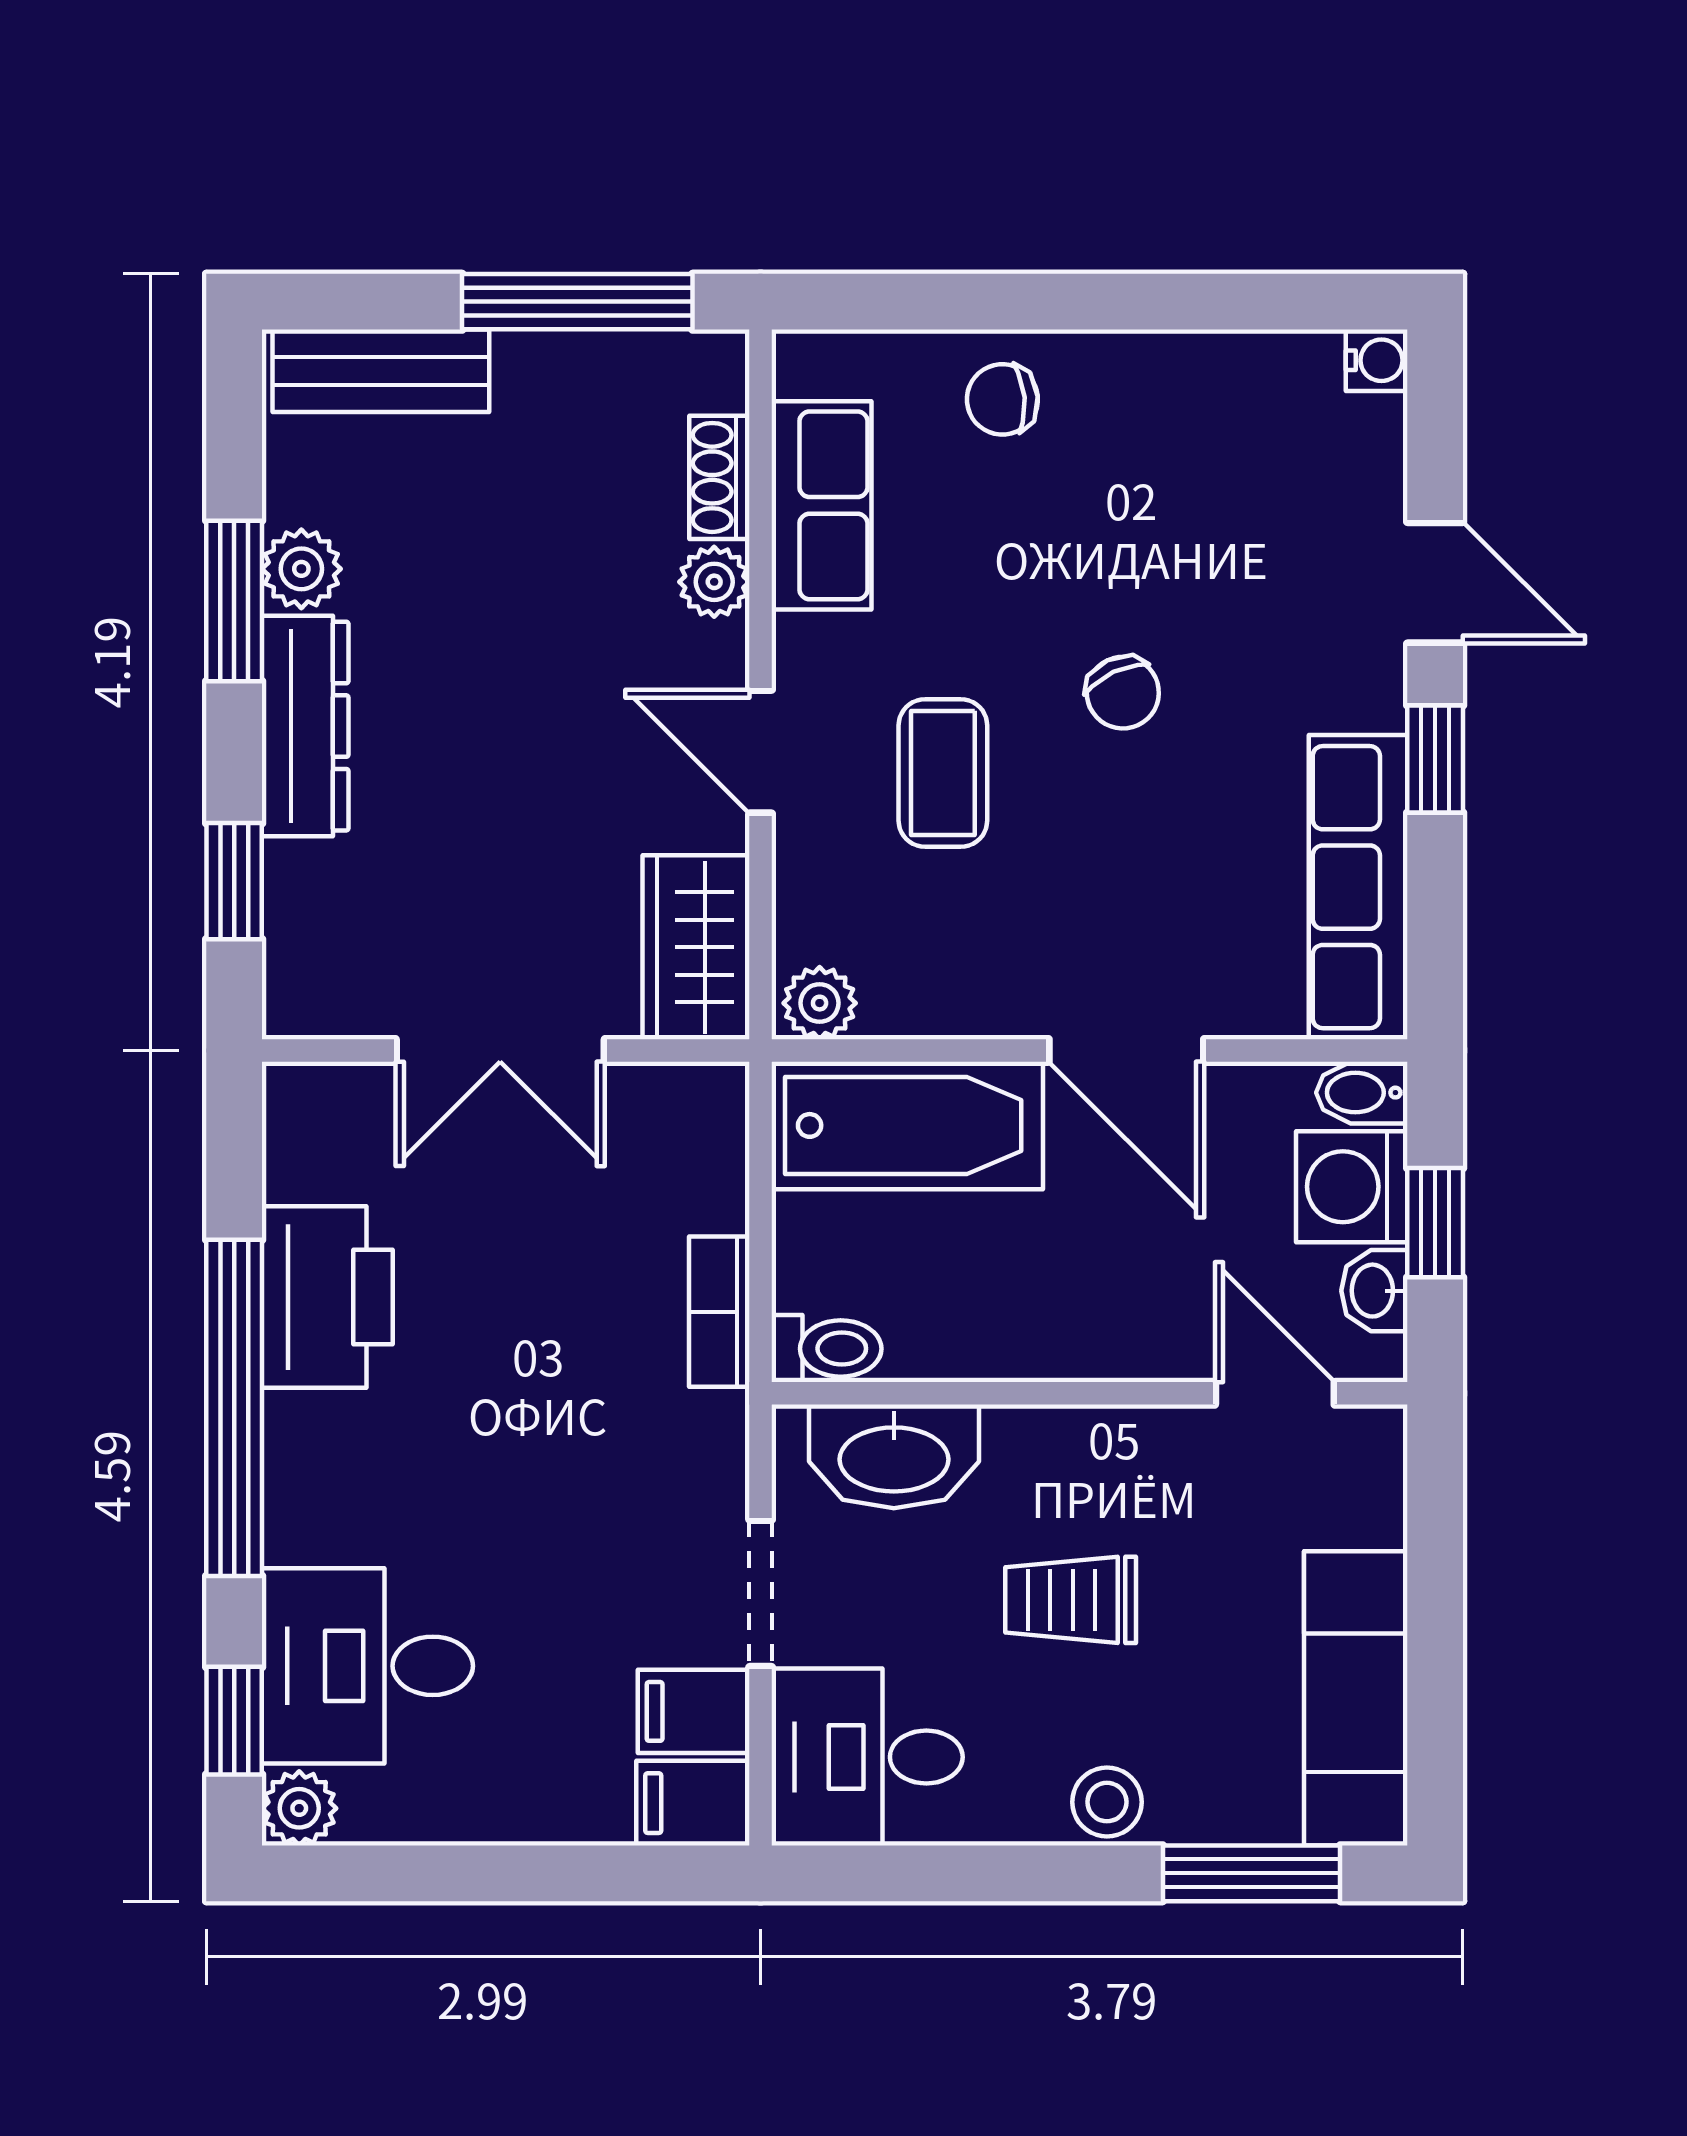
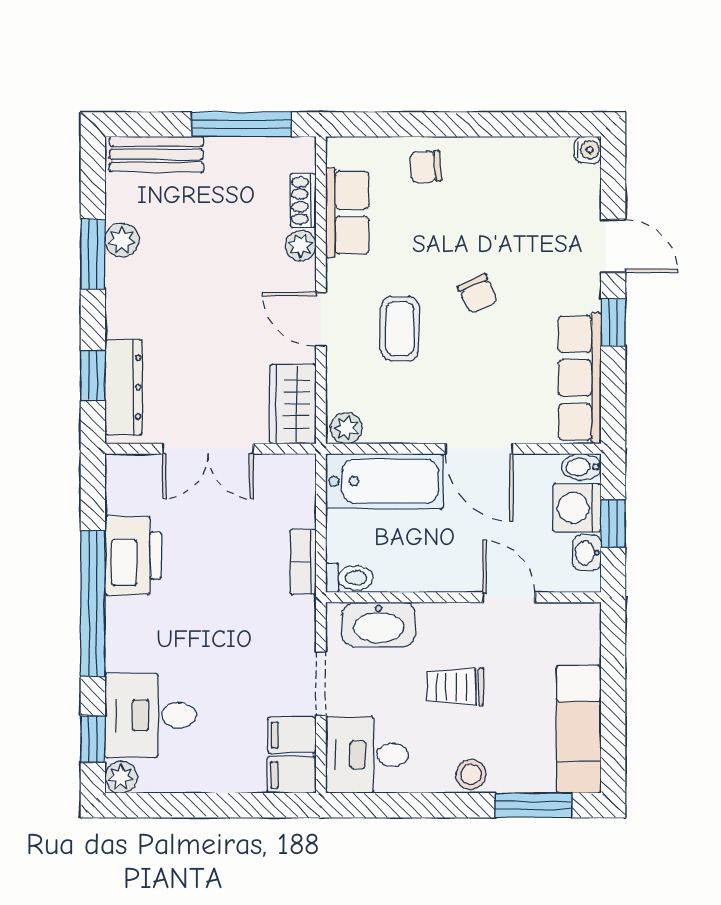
dresser: (305, 726) -> (124, 387), moved
door: (1275, 1393) -> (509, 597), moved

